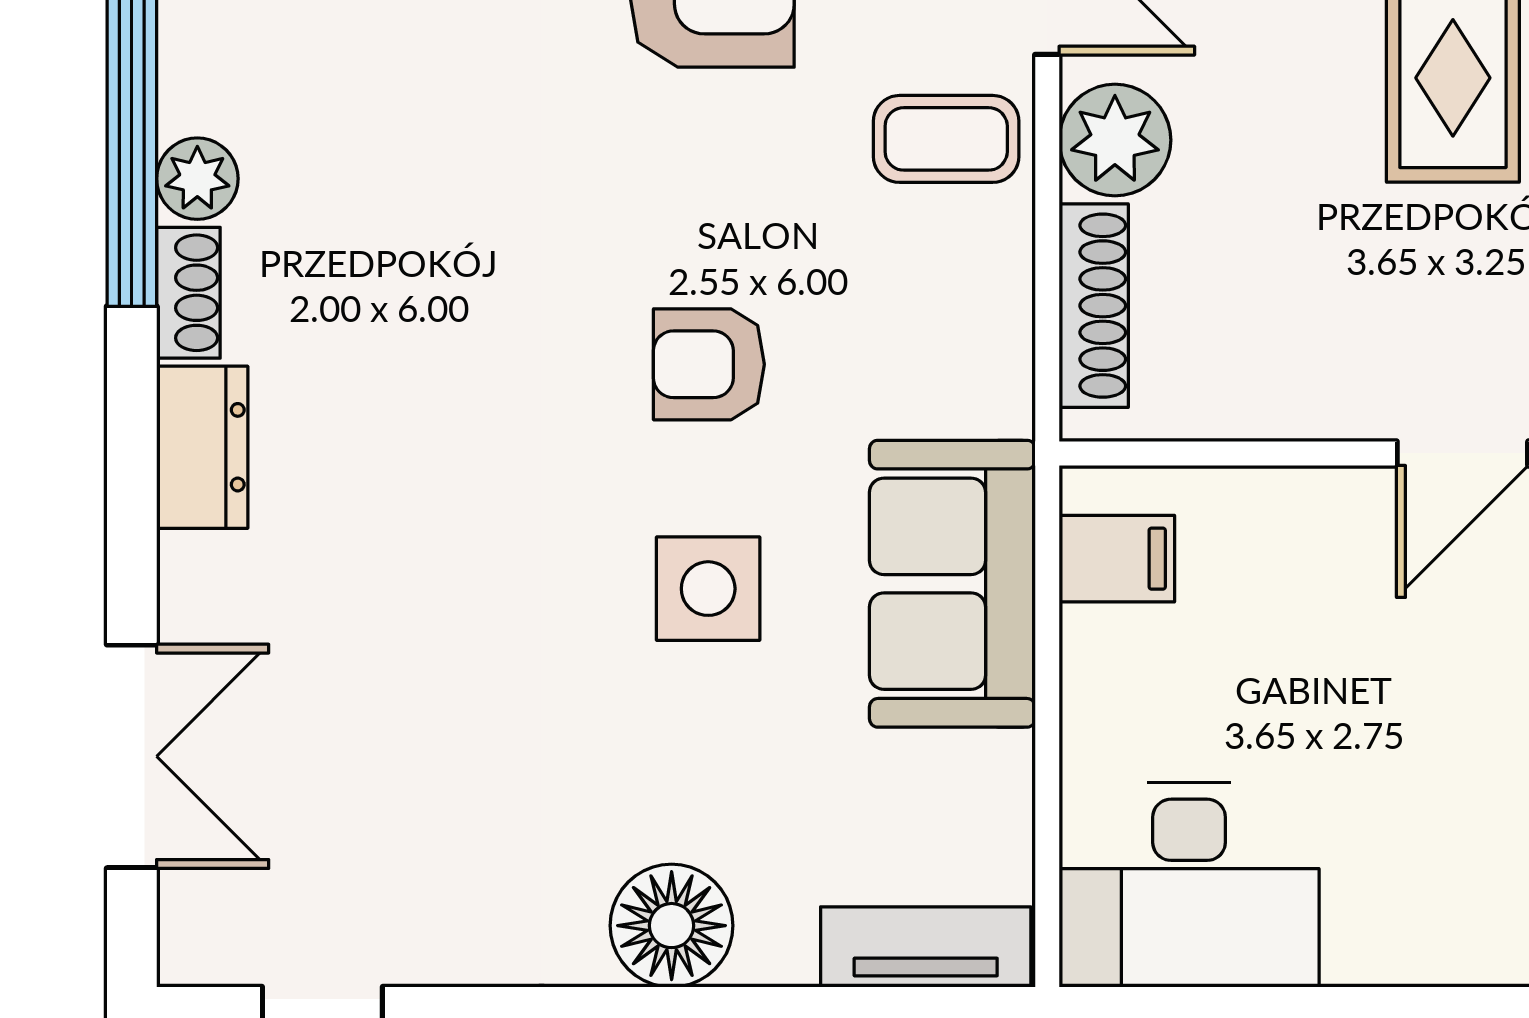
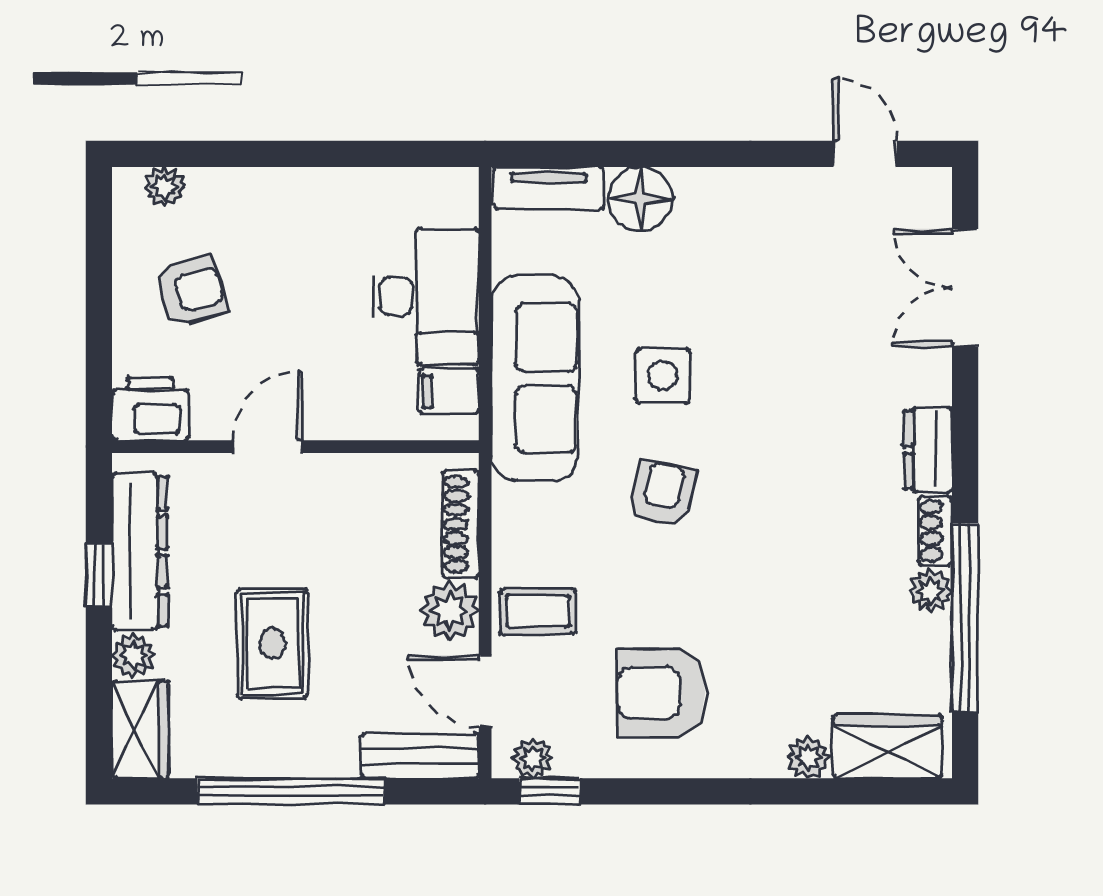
armchair: (709, 364) -> (663, 493), turned -78
sofa: (952, 584) -> (535, 378), width x1.36
desk: (1189, 885) -> (425, 296), moved, turned 90
floor lamp: (672, 926) -> (640, 199), moved

